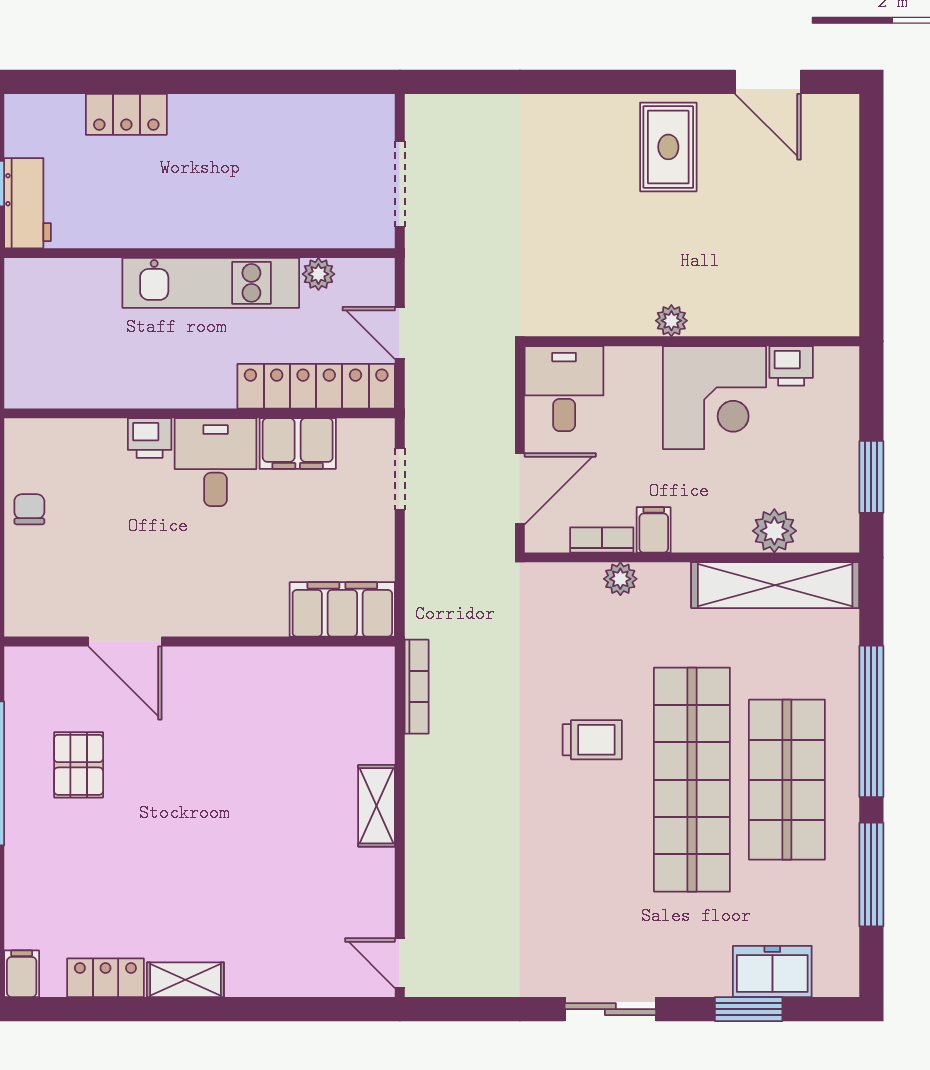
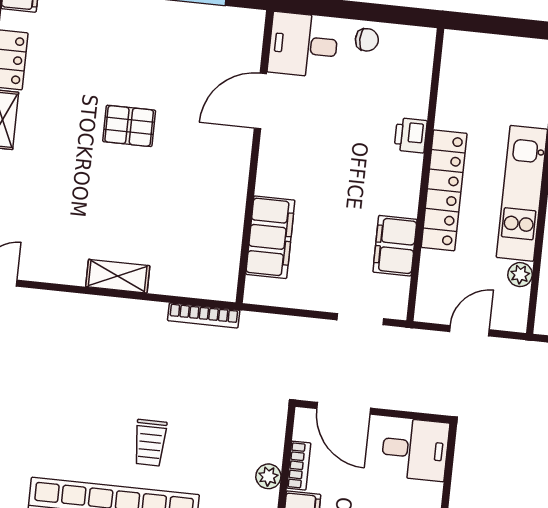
locker: (316, 386) -> (444, 190), moved
desk: (216, 462) -> (303, 45), moved, turned 180
filing cabinet: (342, 609) -> (270, 237), moved
pallet: (79, 765) -> (129, 126), moved

